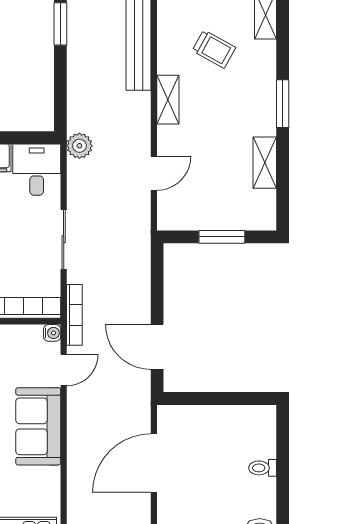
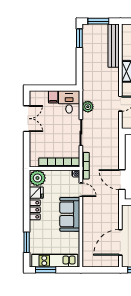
plant: (79, 146) -> (88, 107), moved
door: (64, 370) -> (81, 190), hinge flipped
door: (154, 463) -> (120, 242), moved

